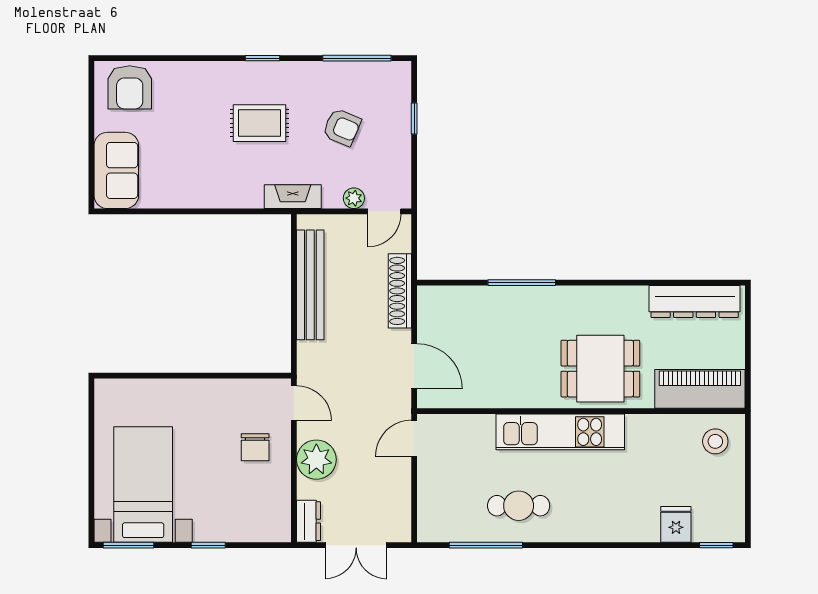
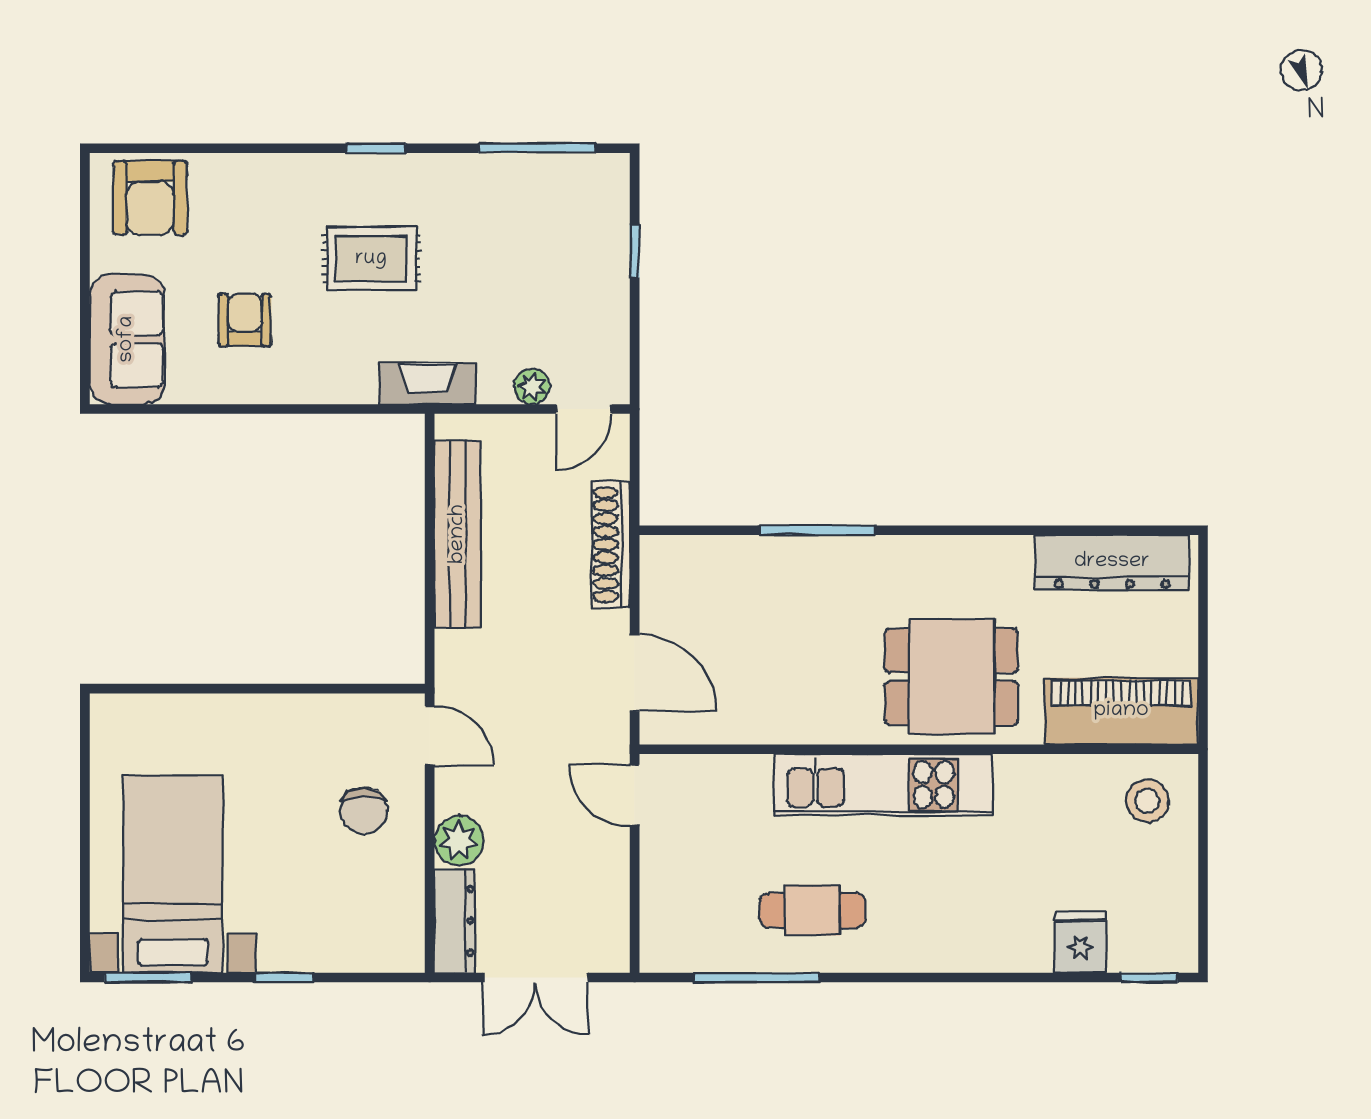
armchair: (342, 127) -> (245, 320), moved, turned -113
door: (414, 438) -> (635, 795), hinge flipped
plant: (316, 460) -> (459, 841), width x0.73, depth x0.73
dresser: (309, 521) -> (455, 921), width x1.44

